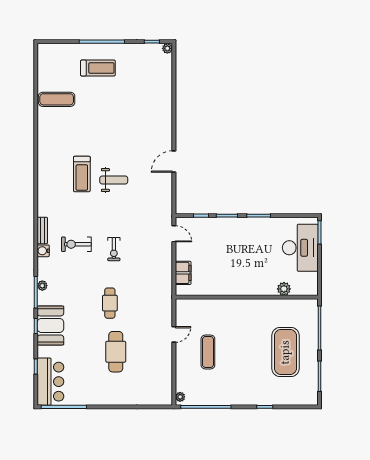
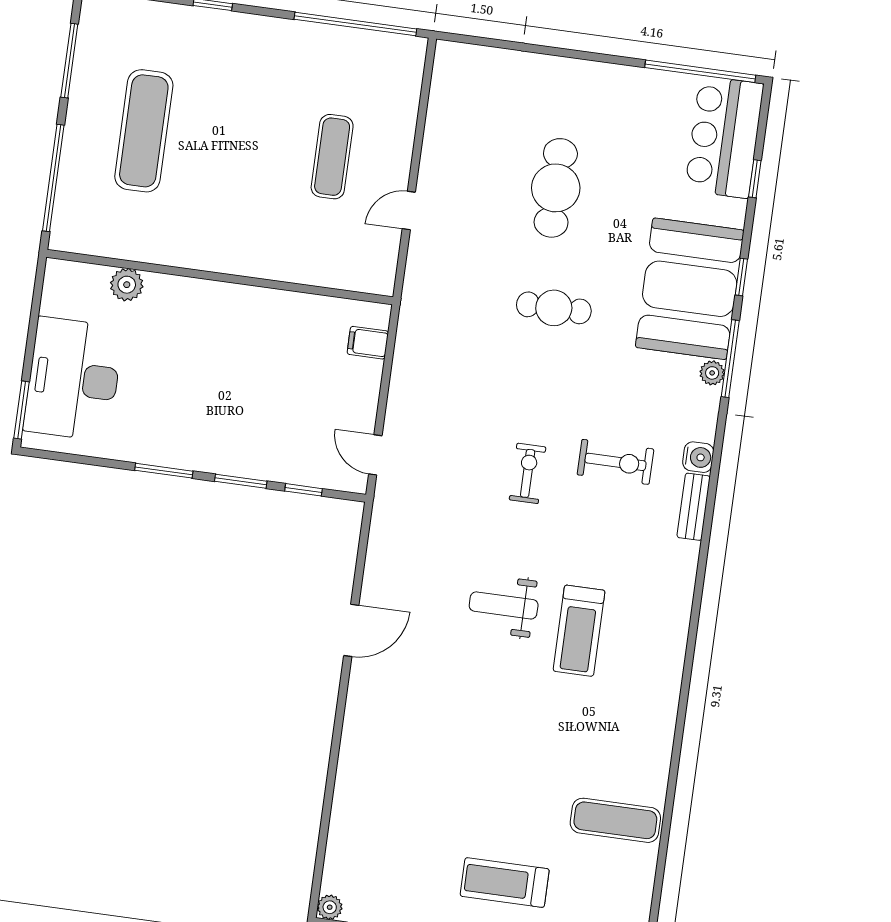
treadmill: (82, 174) -> (579, 631), turned 180
exercise bike: (114, 249) -> (528, 473), moved
filing cabinet: (183, 273) -> (368, 343), width x0.50
cafe table: (110, 303) -> (554, 308), turned 90
booth: (50, 325) -> (690, 289), width x1.36, depth x1.42
exercise mat: (285, 352) -> (144, 131), width x0.68
plant: (180, 397) -> (414, 57), removed

